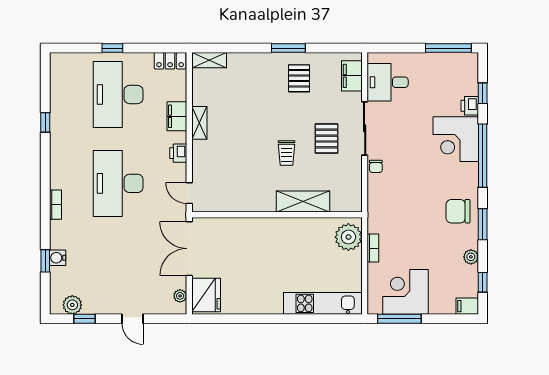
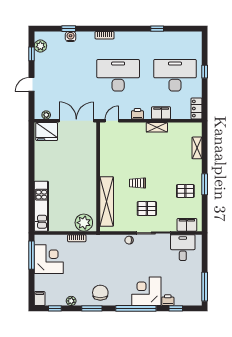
shelving: (209, 60) -> (197, 148), moved
shelving: (303, 201) -> (107, 201), width x1.47

